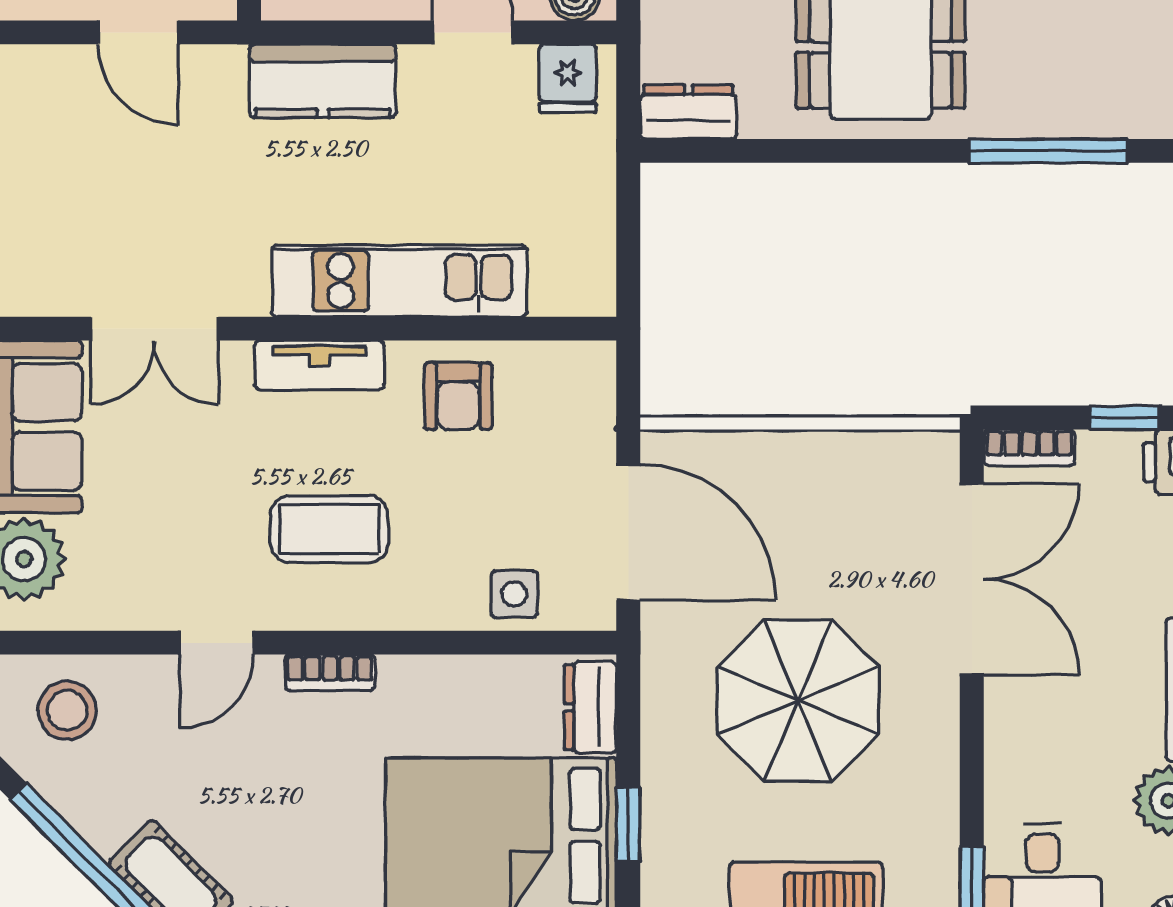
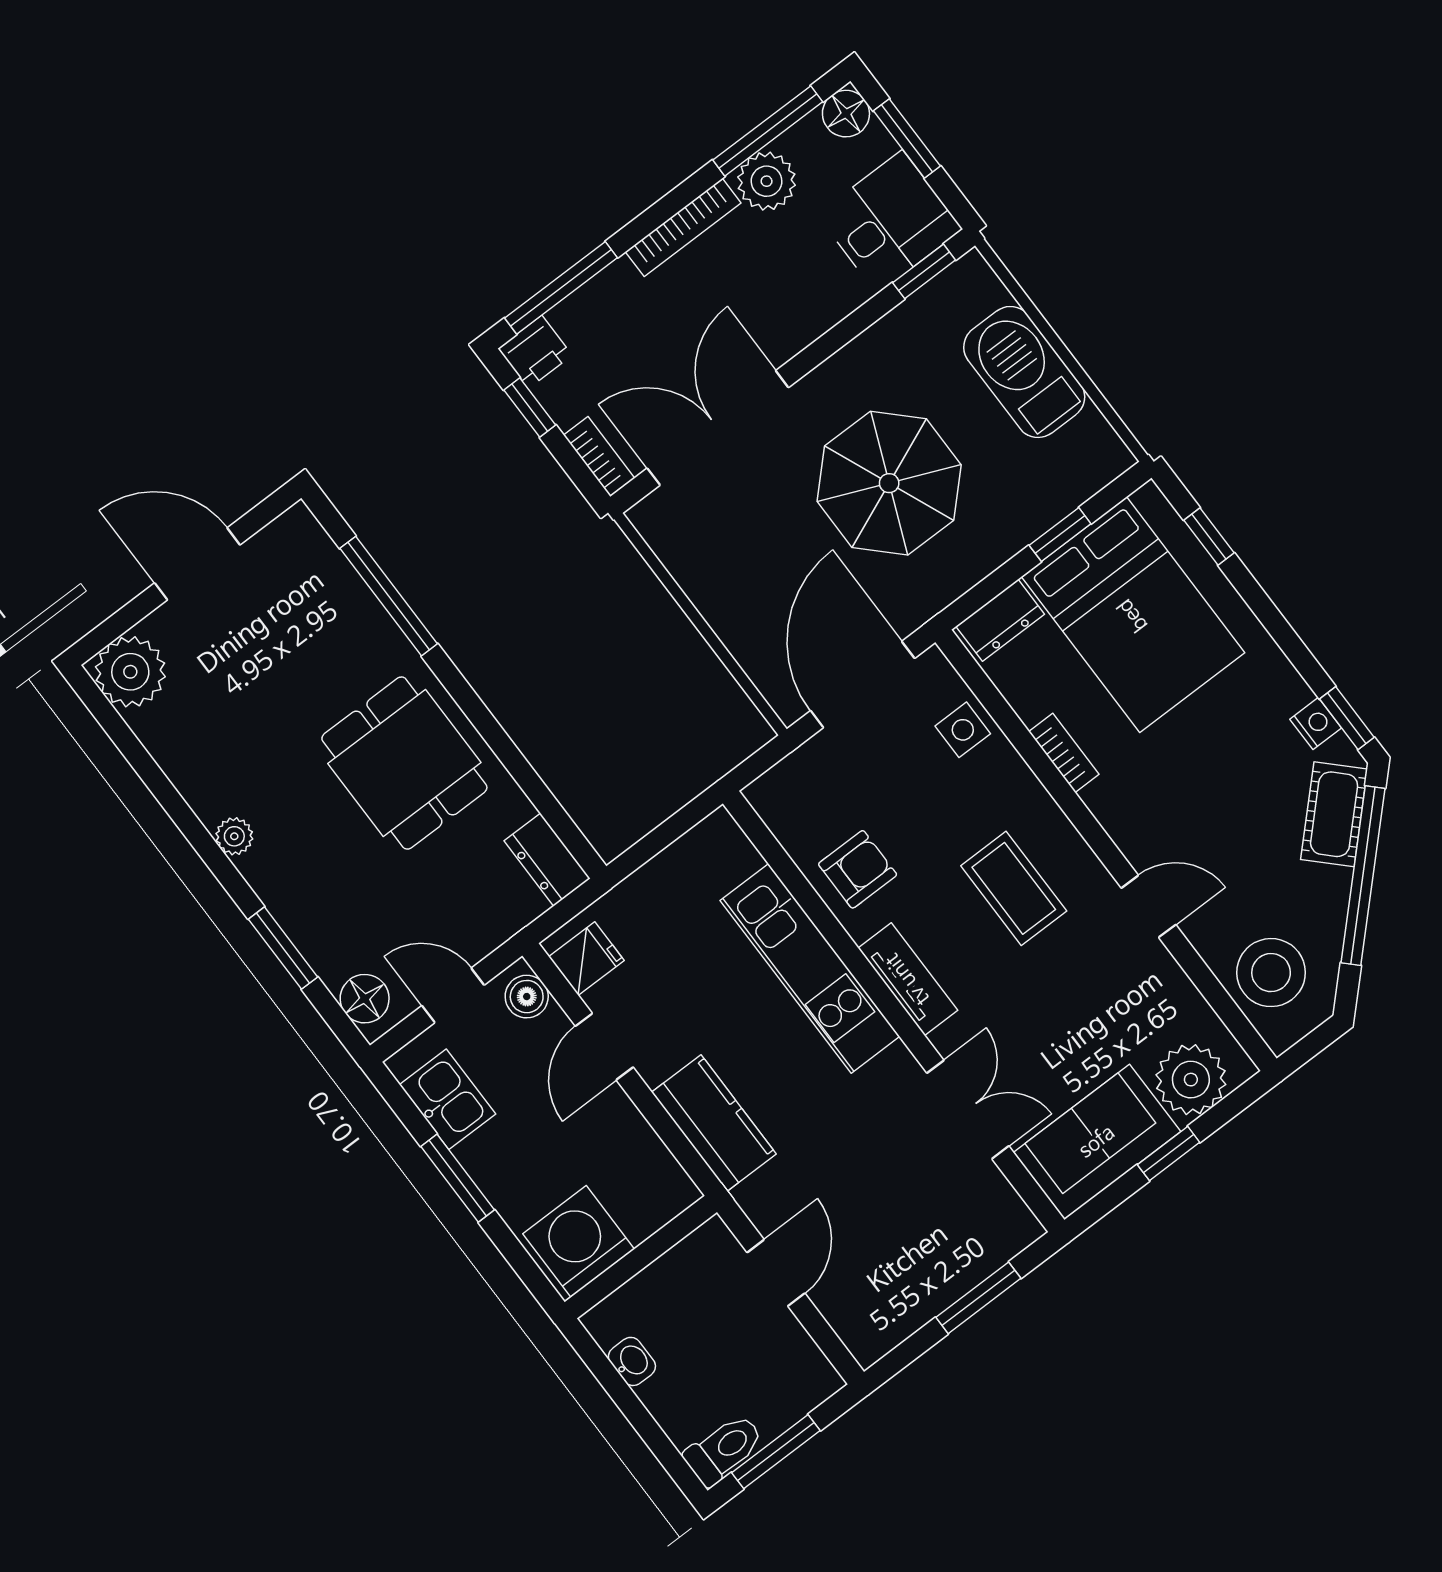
bookcase: (330, 673) -> (1064, 753), moved
stool: (67, 710) -> (1271, 973), width x1.38, depth x1.38

